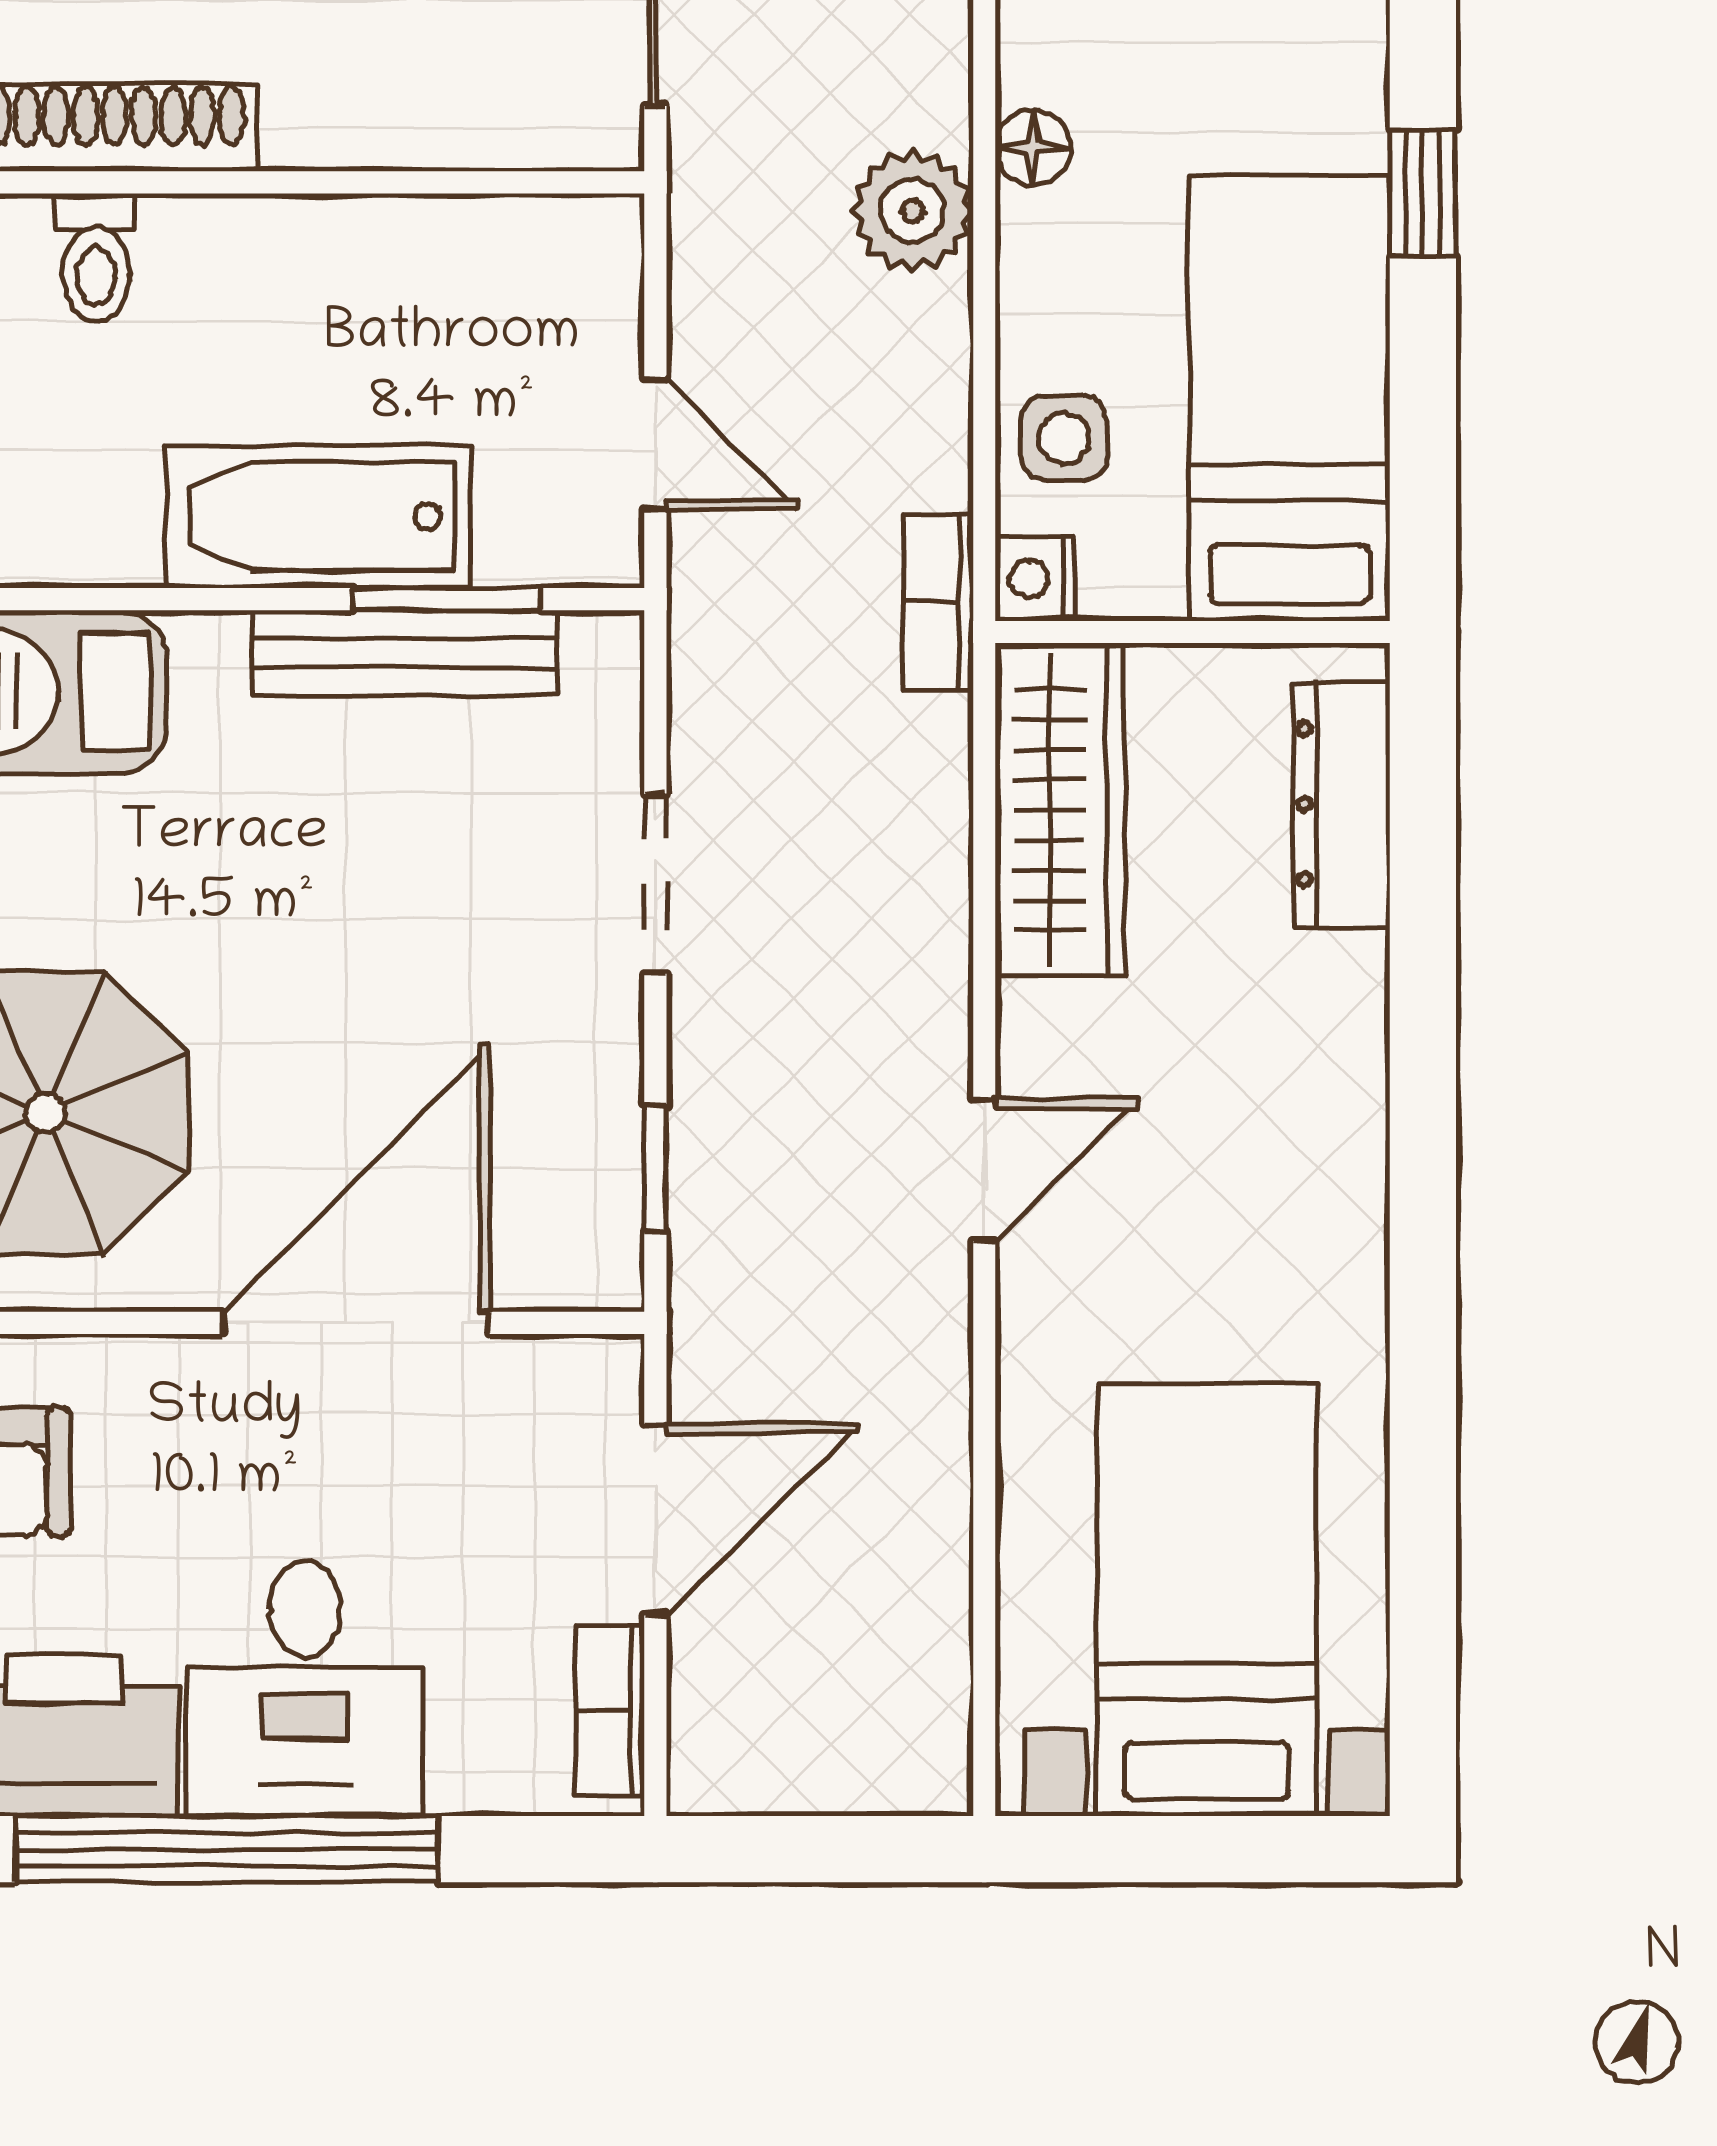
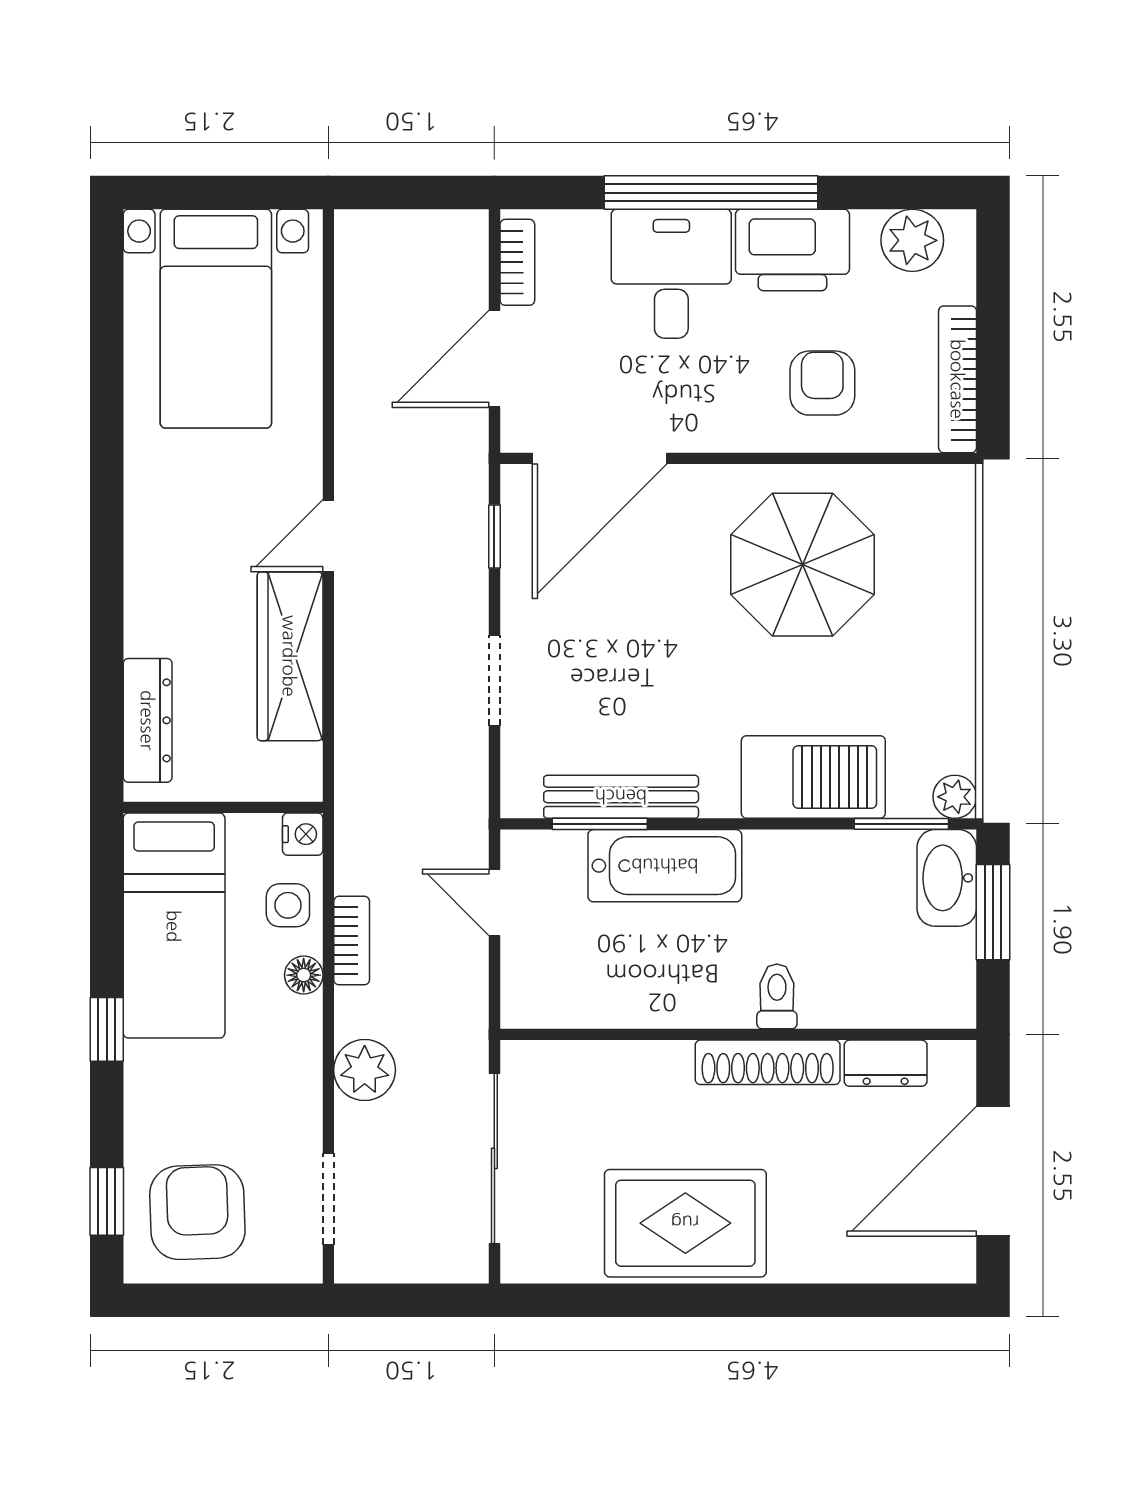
floor lamp: (1033, 148) -> (304, 975), moved
plant: (912, 211) -> (365, 1070), moved
bookcase: (938, 601) -> (352, 941), moved
wardrobe: (1060, 810) -> (290, 656), moved
door: (357, 1323) -> (600, 458), moved

